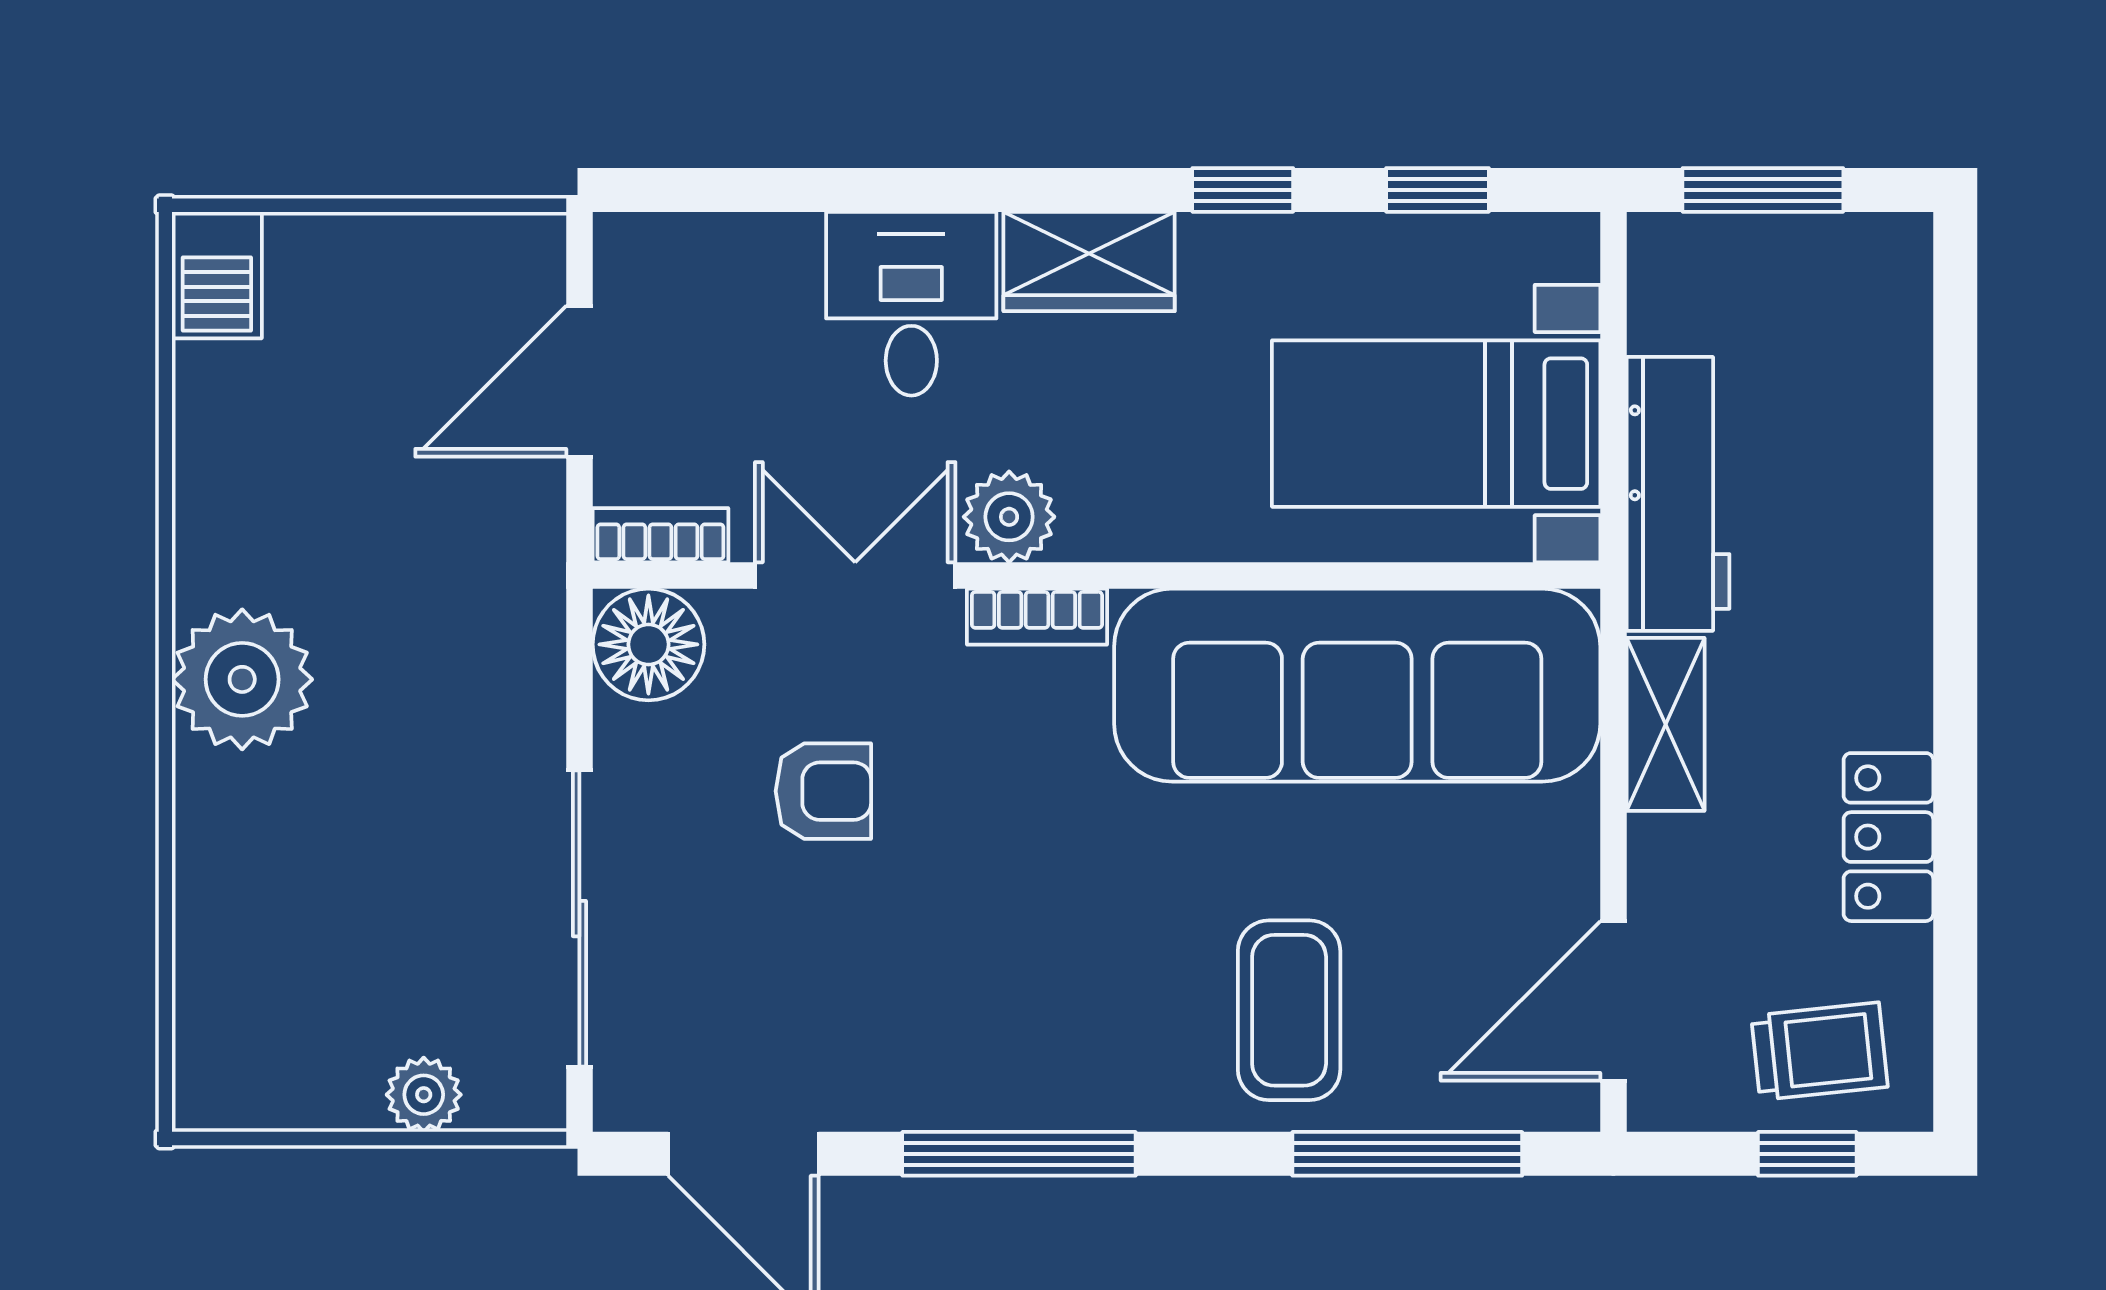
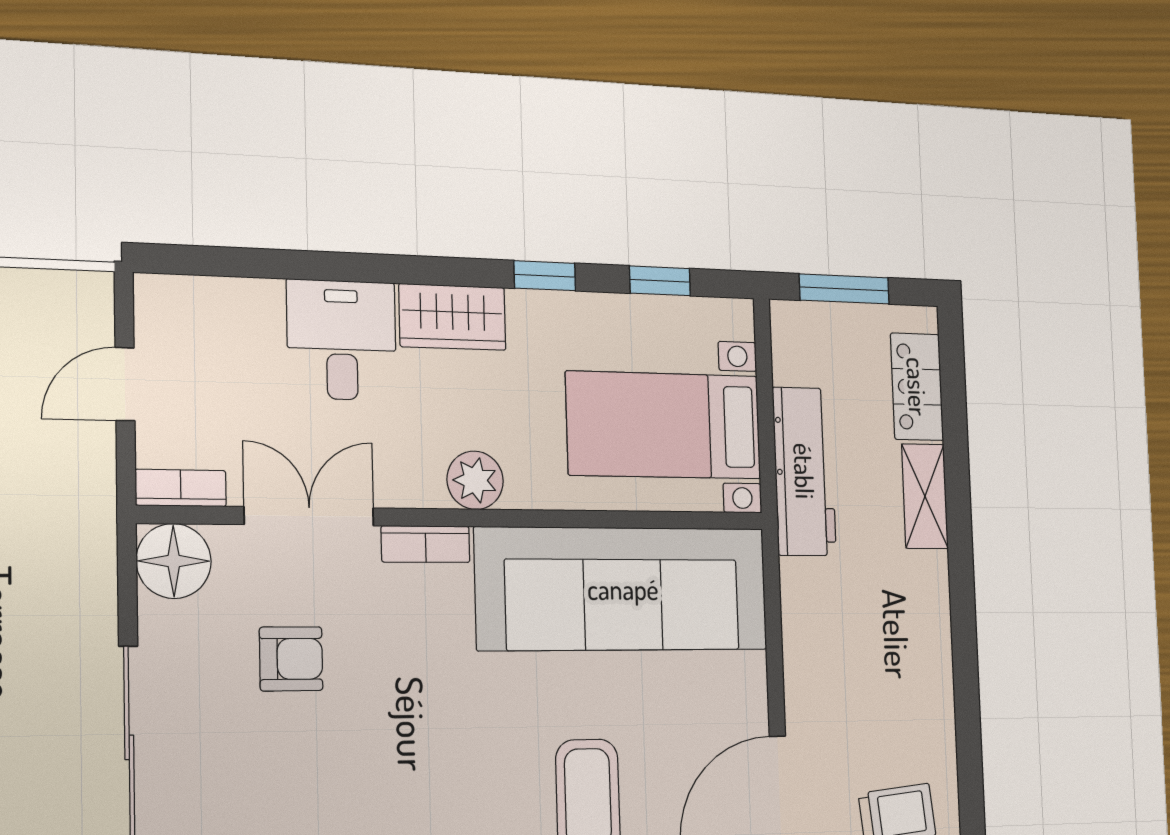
door: (579, 381) -> (125, 384), width x0.73
plant: (1009, 517) -> (475, 480), moved
shelving: (1666, 724) -> (925, 496), moved
locker: (1888, 837) -> (917, 387), moved

